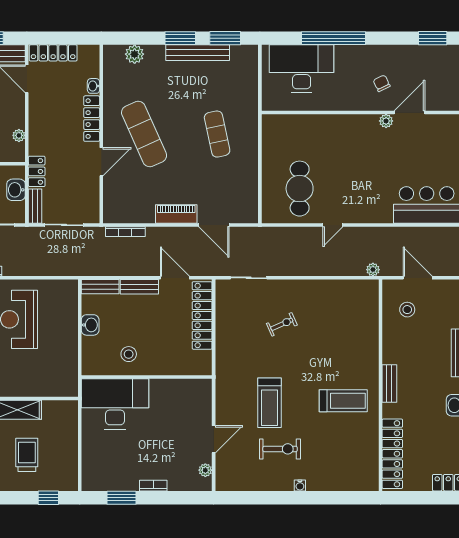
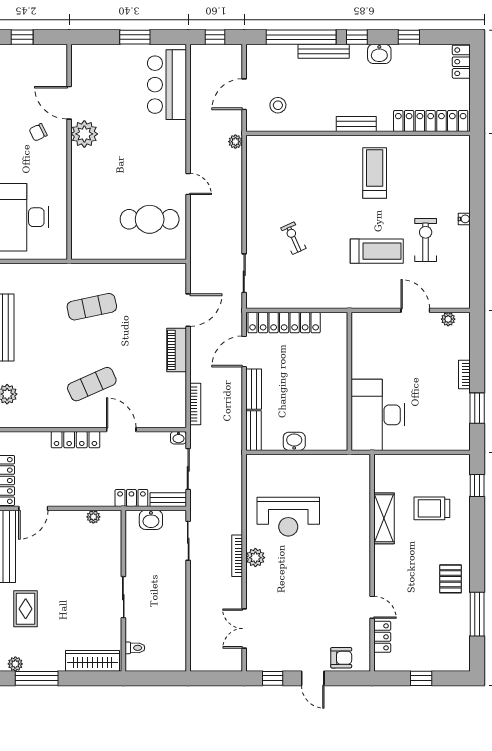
washbasin: (94, 86) -> (178, 438), moved
plant: (386, 121) -> (84, 134), width x1.87, depth x1.87
exercise mat: (144, 134) -> (92, 384), width x0.73, depth x0.69
stool: (129, 354) -> (325, 400), removed

